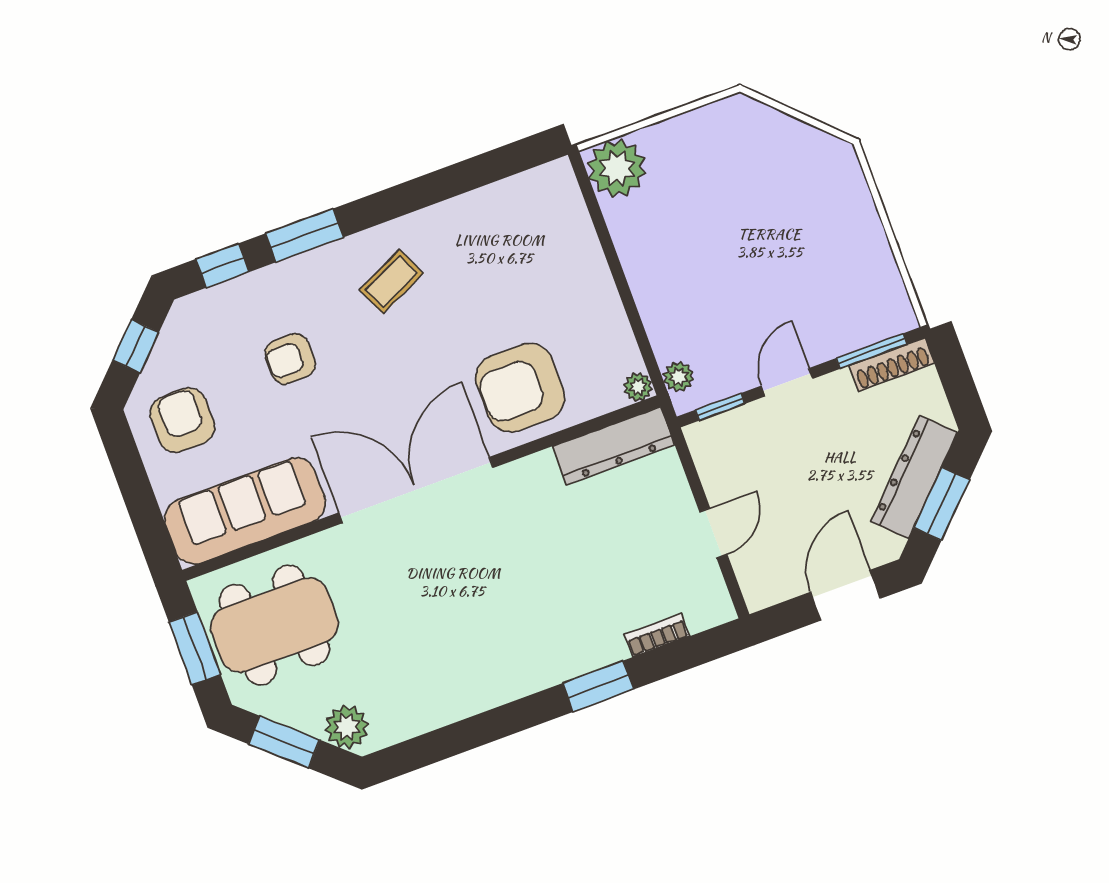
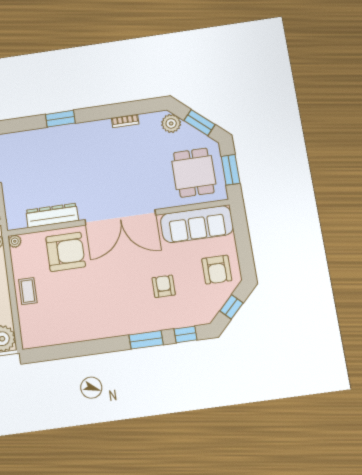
coffee table: (391, 282) -> (28, 291), moved, turned -65
armchair: (290, 359) -> (164, 286), turned -90
dresser: (613, 445) -> (52, 215), moved
dining table: (274, 625) -> (194, 173), width x0.73
bookcase: (657, 635) -> (125, 121), moved

